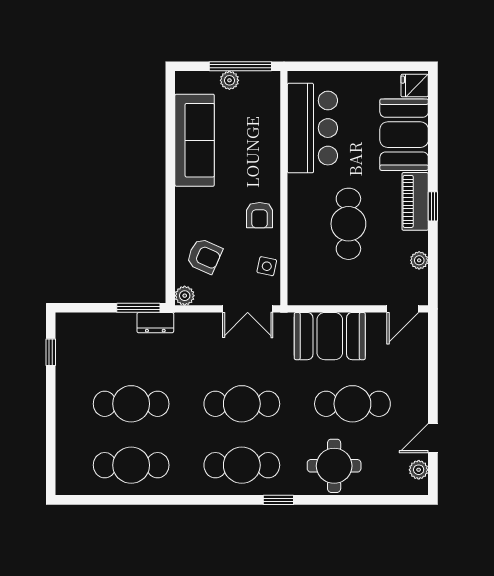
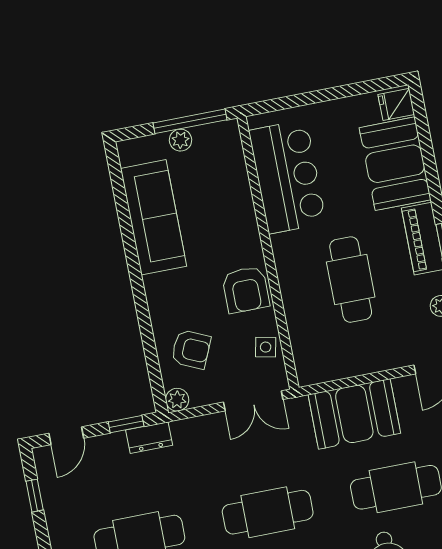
armchair: (260, 215) -> (246, 290), width x1.38, depth x1.38
door: (87, 308) -> (66, 436), added
window: (138, 308) -> (126, 424), width x0.67

